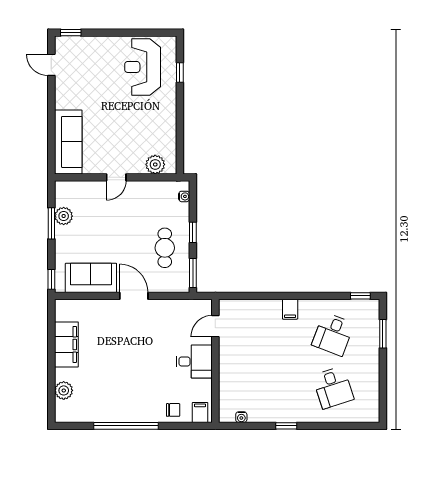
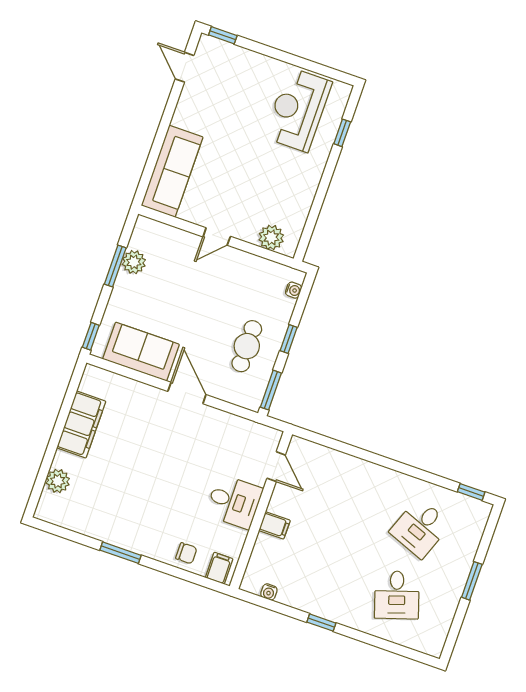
filing cabinet: (290, 309) -> (274, 525), moved, turned -90
door: (215, 326) -> (276, 467), swing flipped
window: (383, 334) -> (472, 581), moved
window: (126, 426) -> (121, 553), width x0.47

